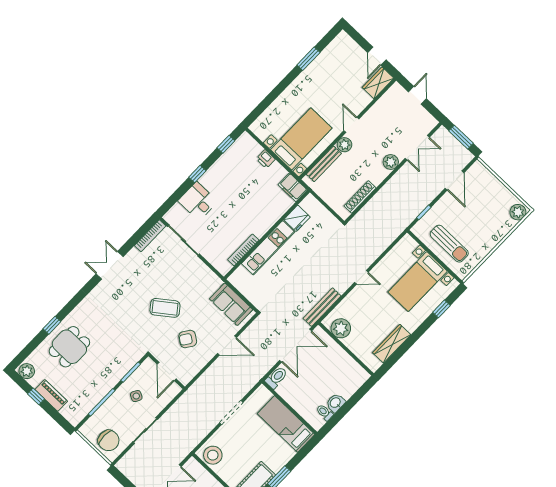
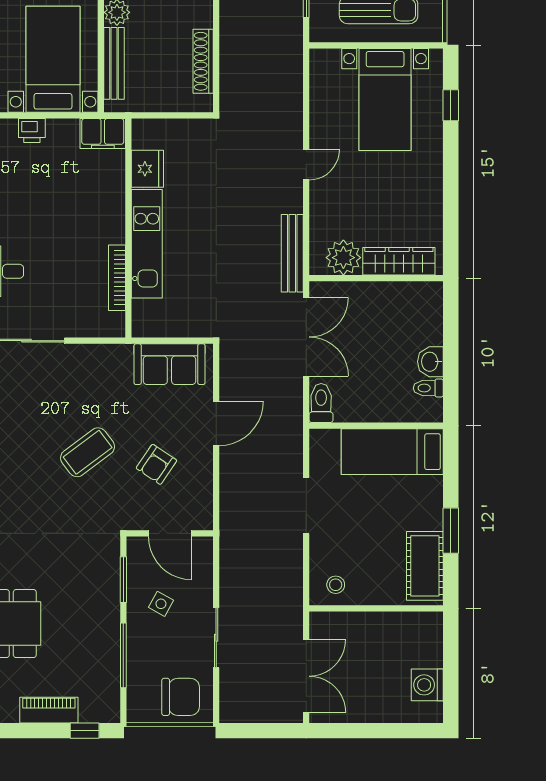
wardrobe: (392, 344) -> (399, 261), moved, turned 90
window: (36, 396) -> (85, 731), moved
stool: (213, 455) -> (336, 585), width x0.53, depth x0.53

